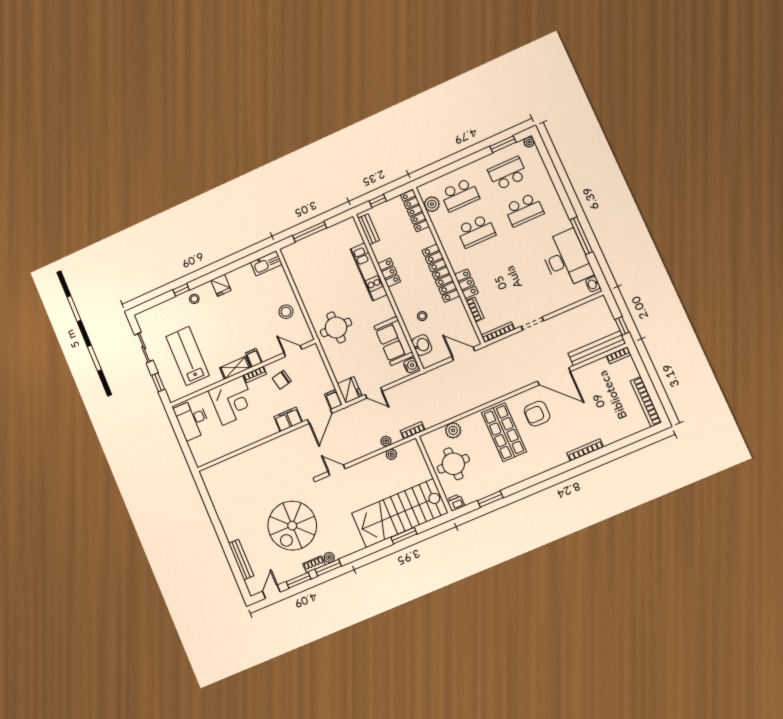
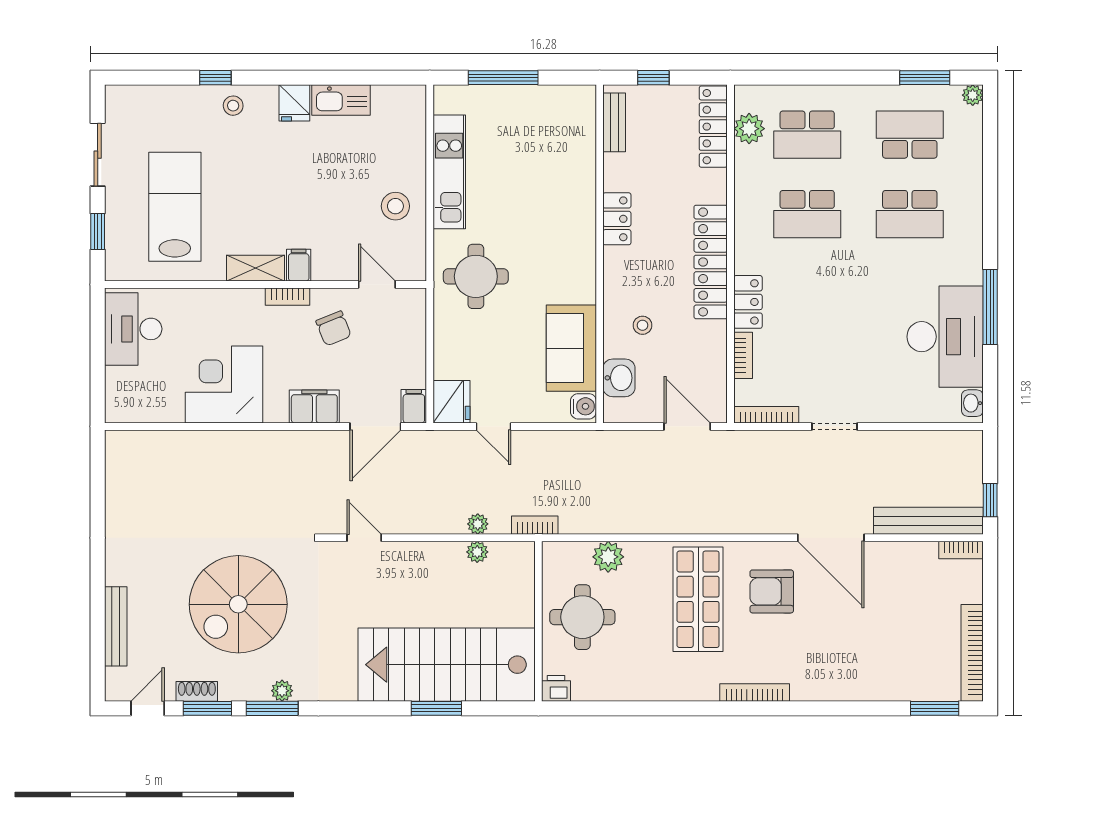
kitchen sink: (266, 263) -> (341, 100), moved
kitchen unit: (369, 272) -> (449, 172), moved, turned 180
chair: (282, 380) -> (334, 328), turned -100
corner desk: (232, 400) -> (224, 385), moved, turned 180
bookcase: (585, 450) -> (755, 693), moved
window: (490, 499) -> (935, 708), moved
shoe rack: (314, 564) -> (197, 691), moved

